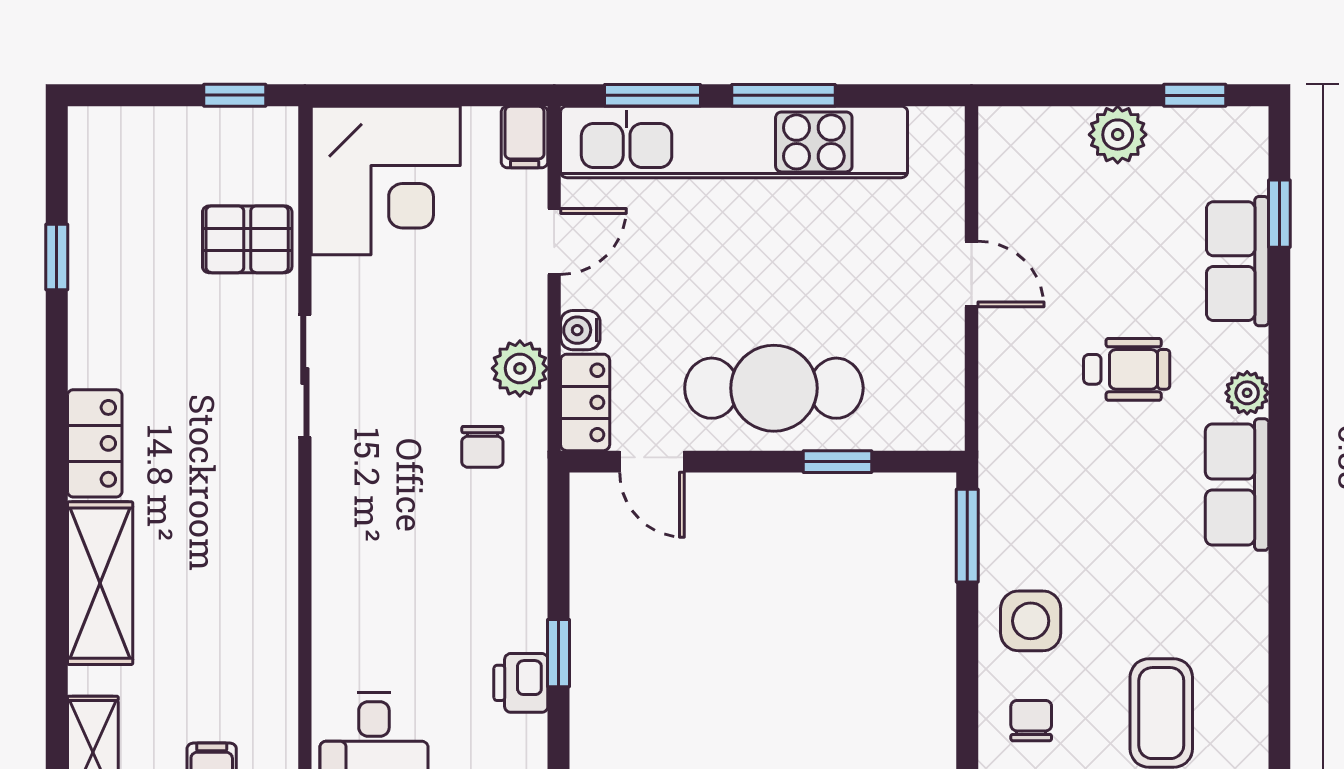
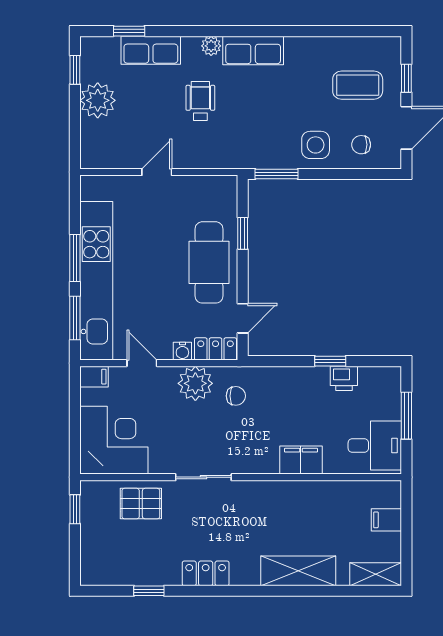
plant: (1118, 135) -> (98, 100), width x1.36, depth x1.36
pallet: (247, 239) -> (141, 504), turned 90
plant: (520, 368) -> (195, 383), width x1.36, depth x1.36
locker: (95, 443) -> (206, 573), moved
filing cabinet: (342, 589) -> (301, 460), added

